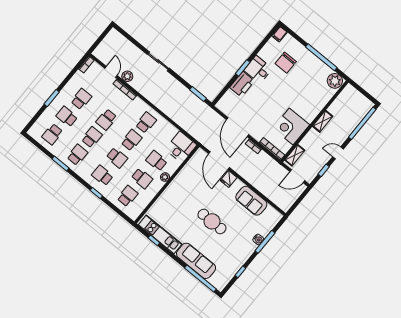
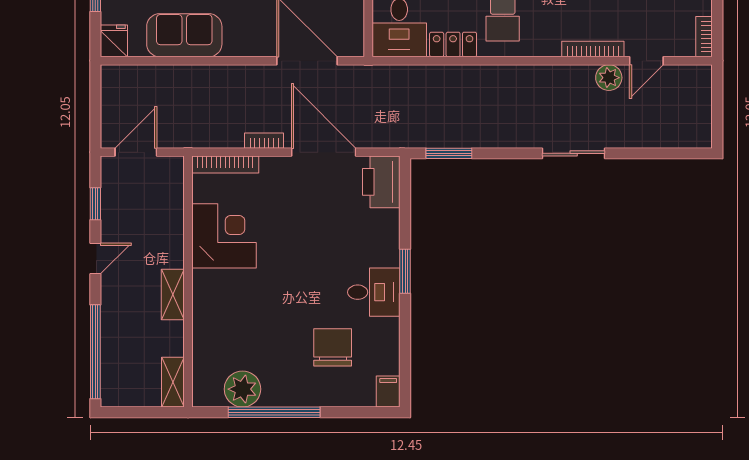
door: (111, 72) -> (646, 61), hinge flipped
plant: (335, 81) -> (242, 389), moved
printer: (242, 84) -> (381, 182), moved
locker: (168, 128) -> (453, 44), added
shelving: (295, 155) -> (173, 382), moved
fridge: (229, 179) -> (114, 41), moved

